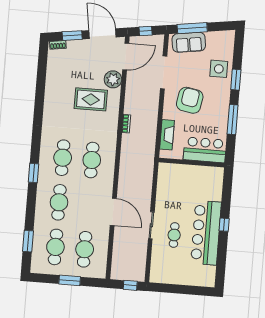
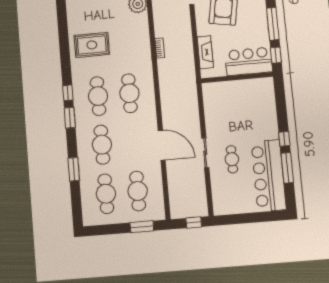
rug: (91, 99) -> (92, 45), moved
window: (230, 148) -> (276, 55), added
window: (35, 150) -> (68, 93), added
bar counter: (206, 233) -> (269, 176), moved
window: (28, 241) -> (74, 169), moved
window: (222, 251) -> (287, 168), added
window: (70, 280) -> (142, 227), moved

